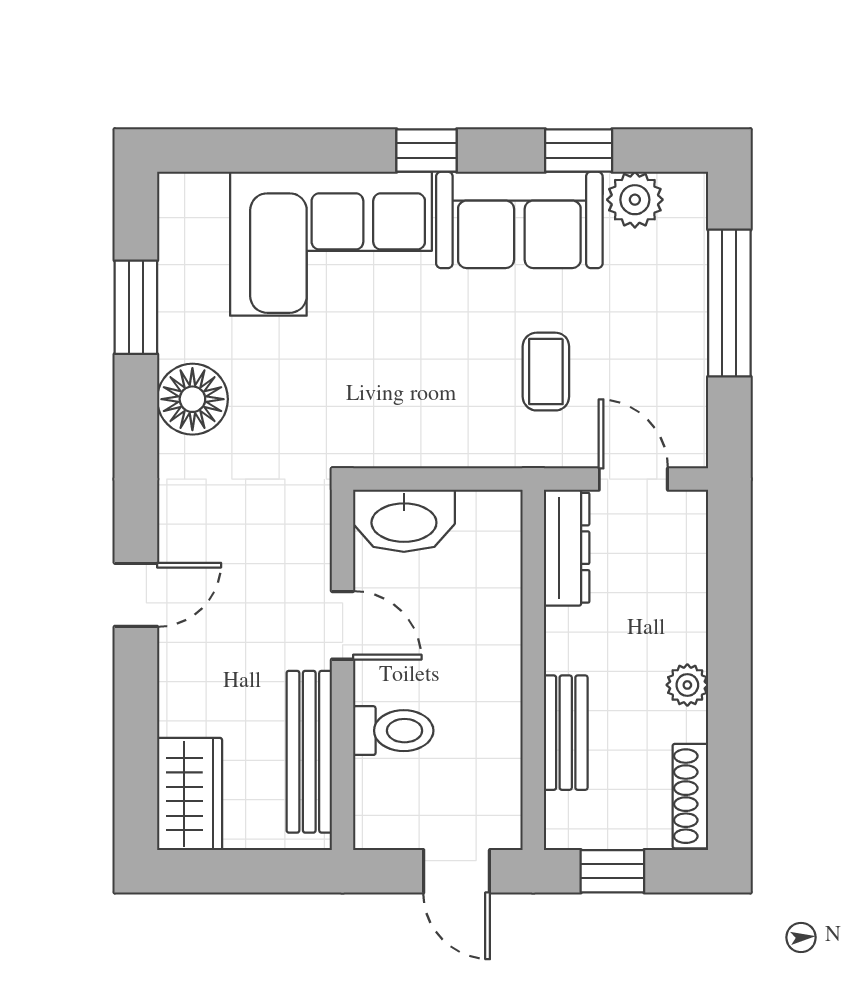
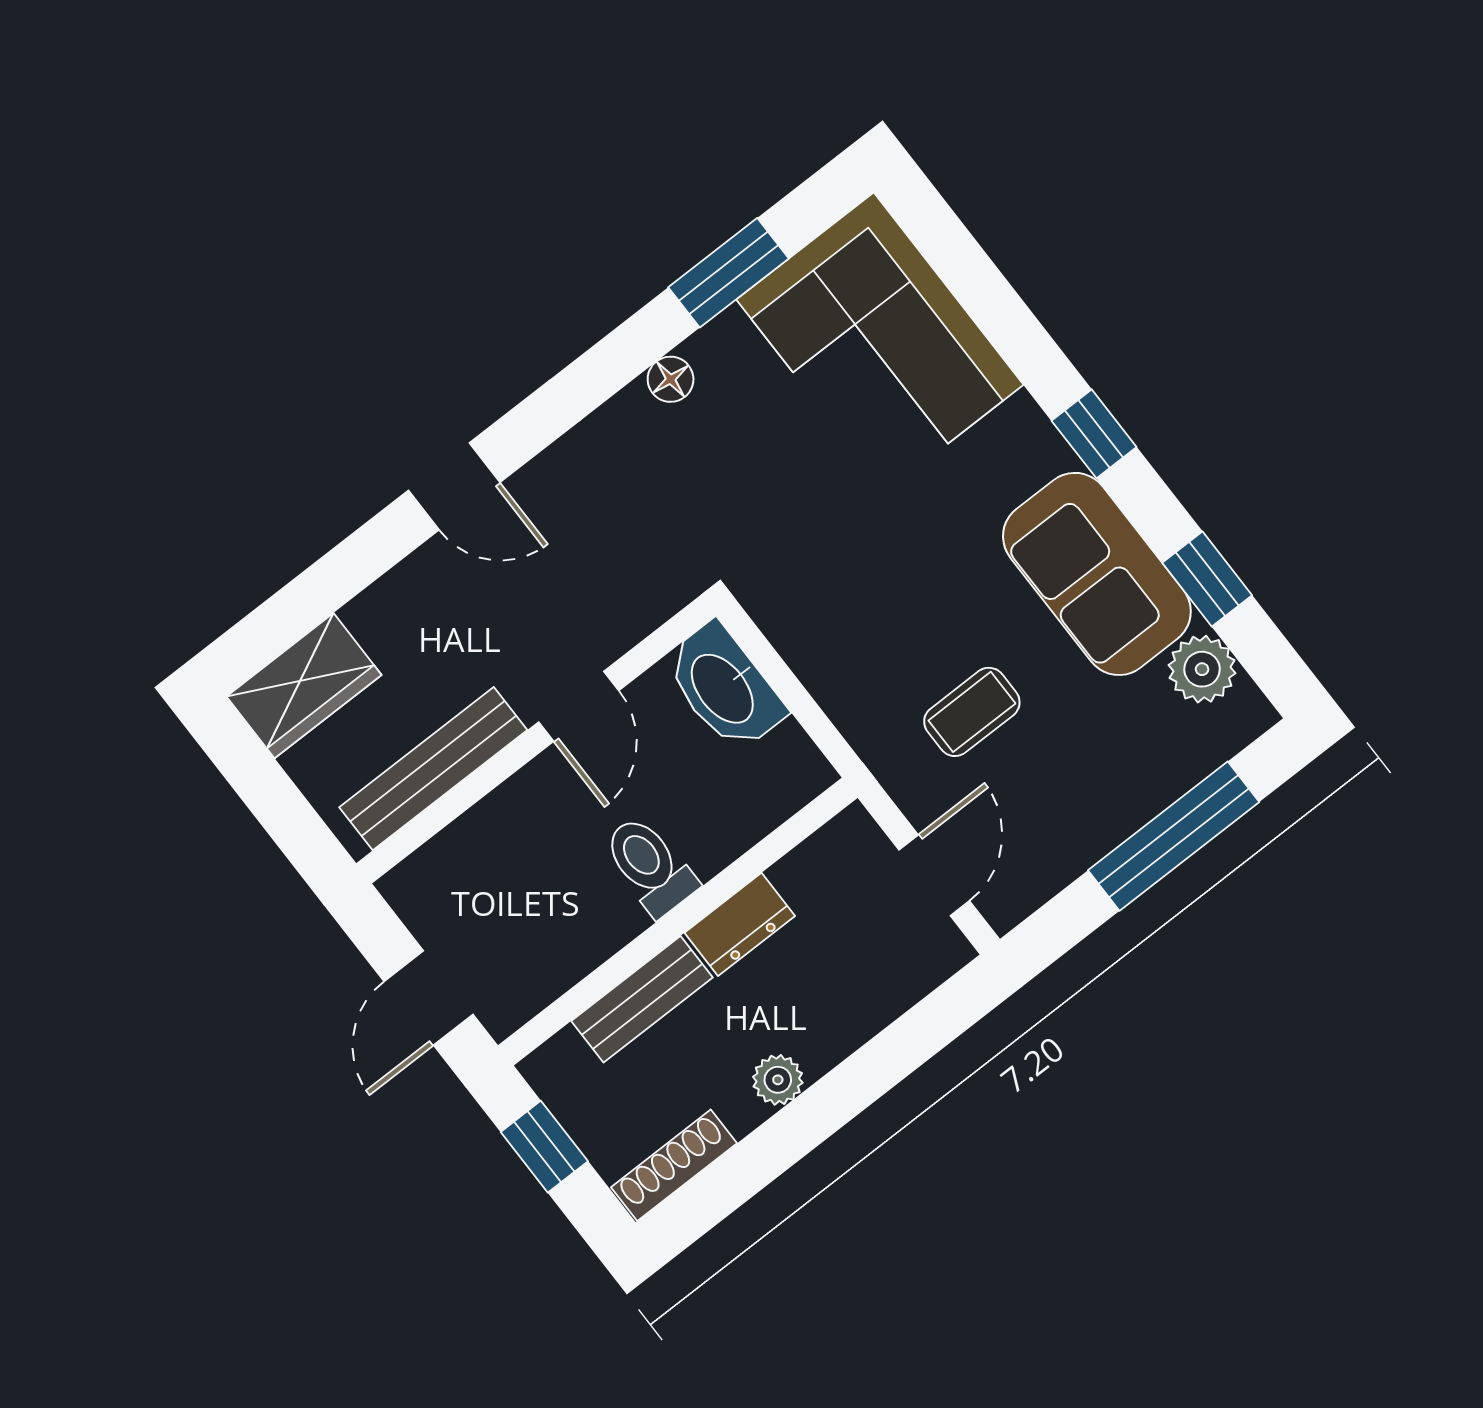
corner sofa: (331, 244) -> (880, 342), moved
floor lamp: (192, 399) -> (671, 379), width x0.53, depth x0.53
dresser: (567, 548) -> (740, 924), moved, width x0.70
toilet: (393, 731) -> (650, 866), moved, turned 180

